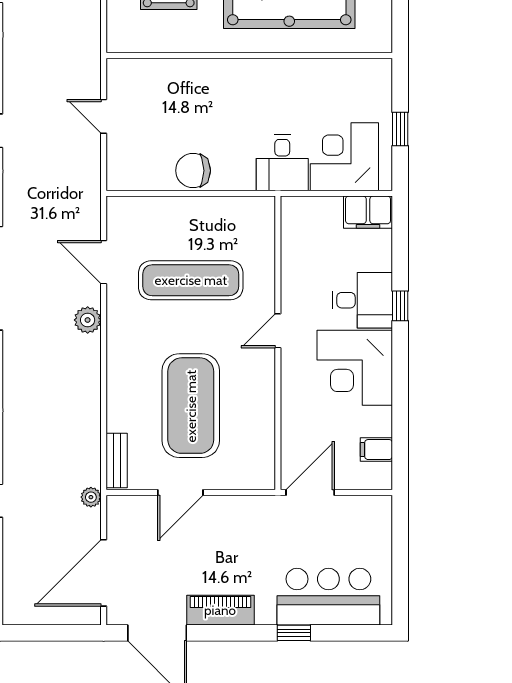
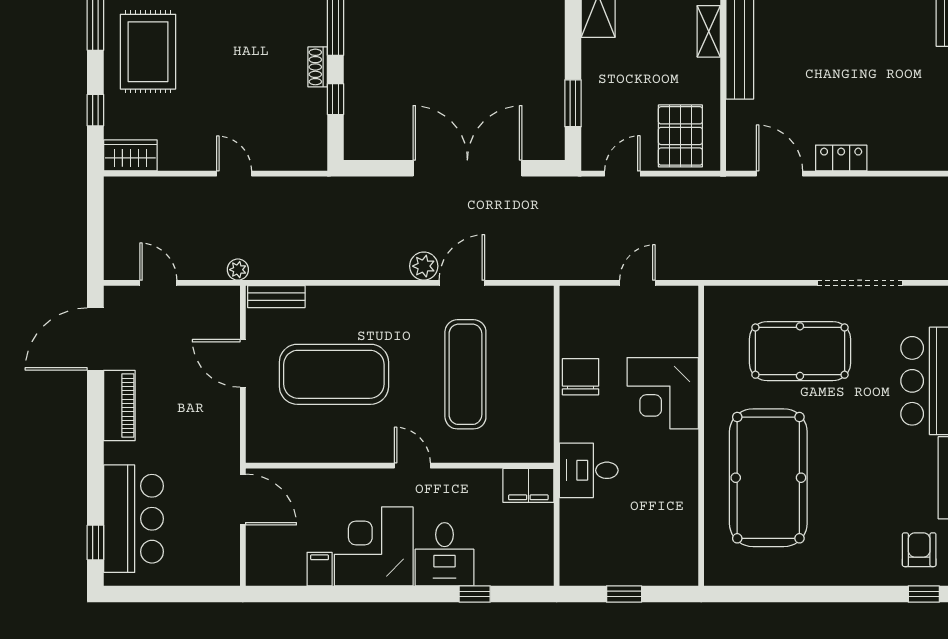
corner desk: (344, 157) -> (663, 393), moved, turned 180
filing cabinet: (368, 212) -> (528, 485), moved, turned -90
door: (104, 262) -> (462, 283), moved
window: (400, 306) -> (475, 594), moved
filing cabinet: (376, 450) -> (320, 569), moved
door: (104, 573) -> (158, 283), width x0.53
window: (294, 633) -> (95, 542), moved

